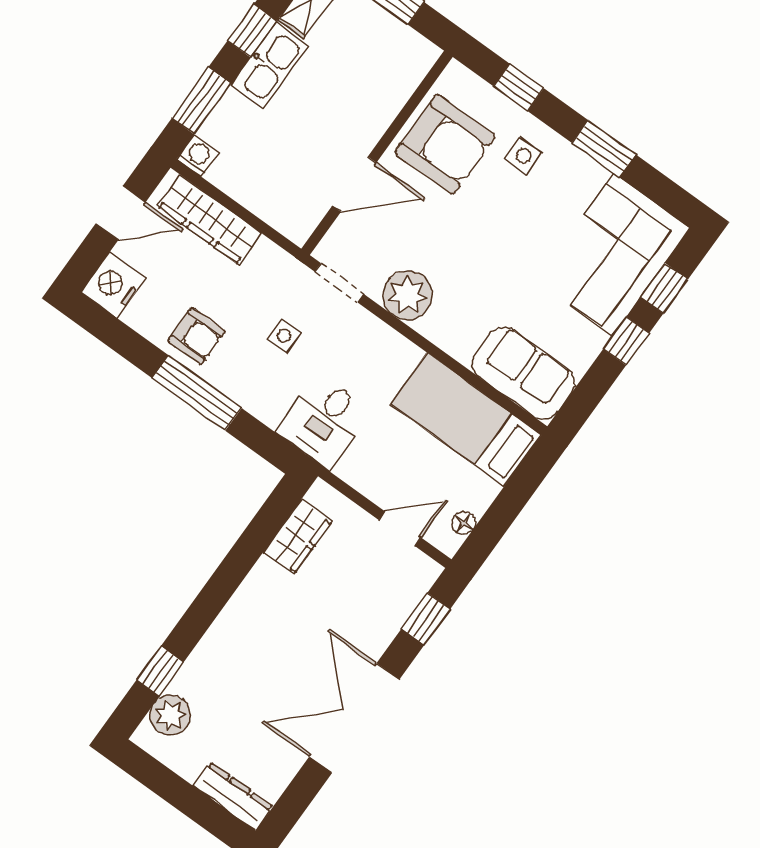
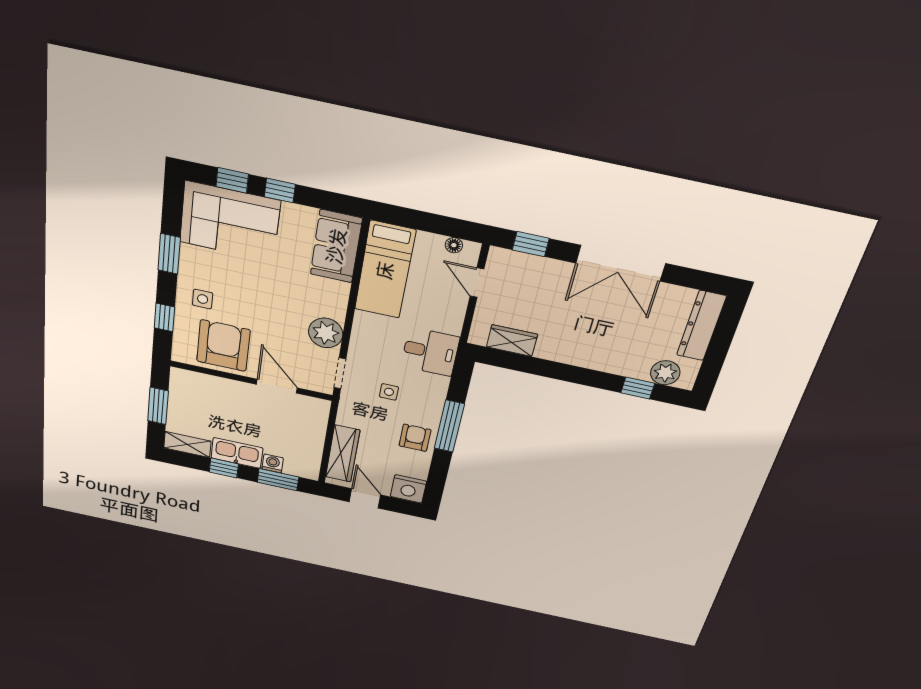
washing machine: (198, 156) -> (273, 463), moved, turned 90
dresser: (233, 796) -> (701, 326), width x1.37, depth x1.24

